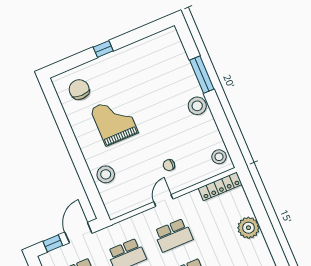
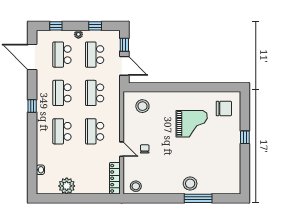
stool: (197, 106) -> (190, 184), moved
stool: (106, 174) -> (142, 106), moved
door: (163, 200) -> (122, 149), moved
plant: (248, 228) -> (67, 186), moved

